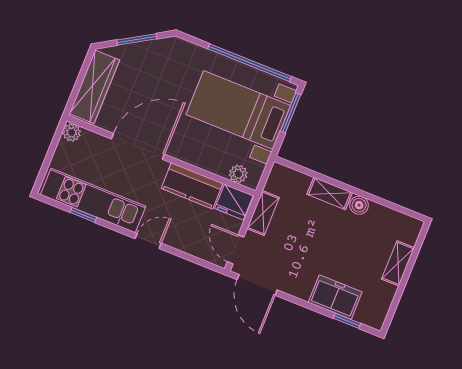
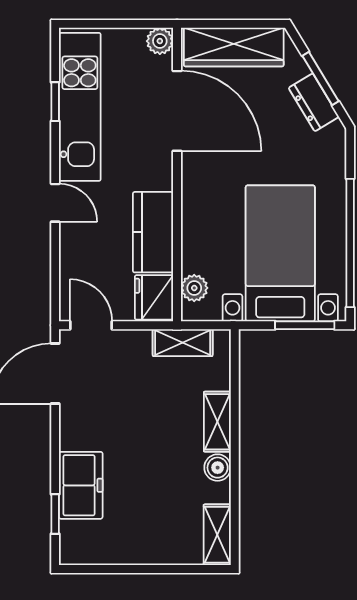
dresser: (150, 50) -> (314, 102), added
door: (138, 146) -> (177, 111), moved
shelving: (263, 213) -> (183, 343), moved
door: (236, 249) -> (91, 325), hinge flipped
shelving: (398, 263) -> (217, 535), moved, turned 90

